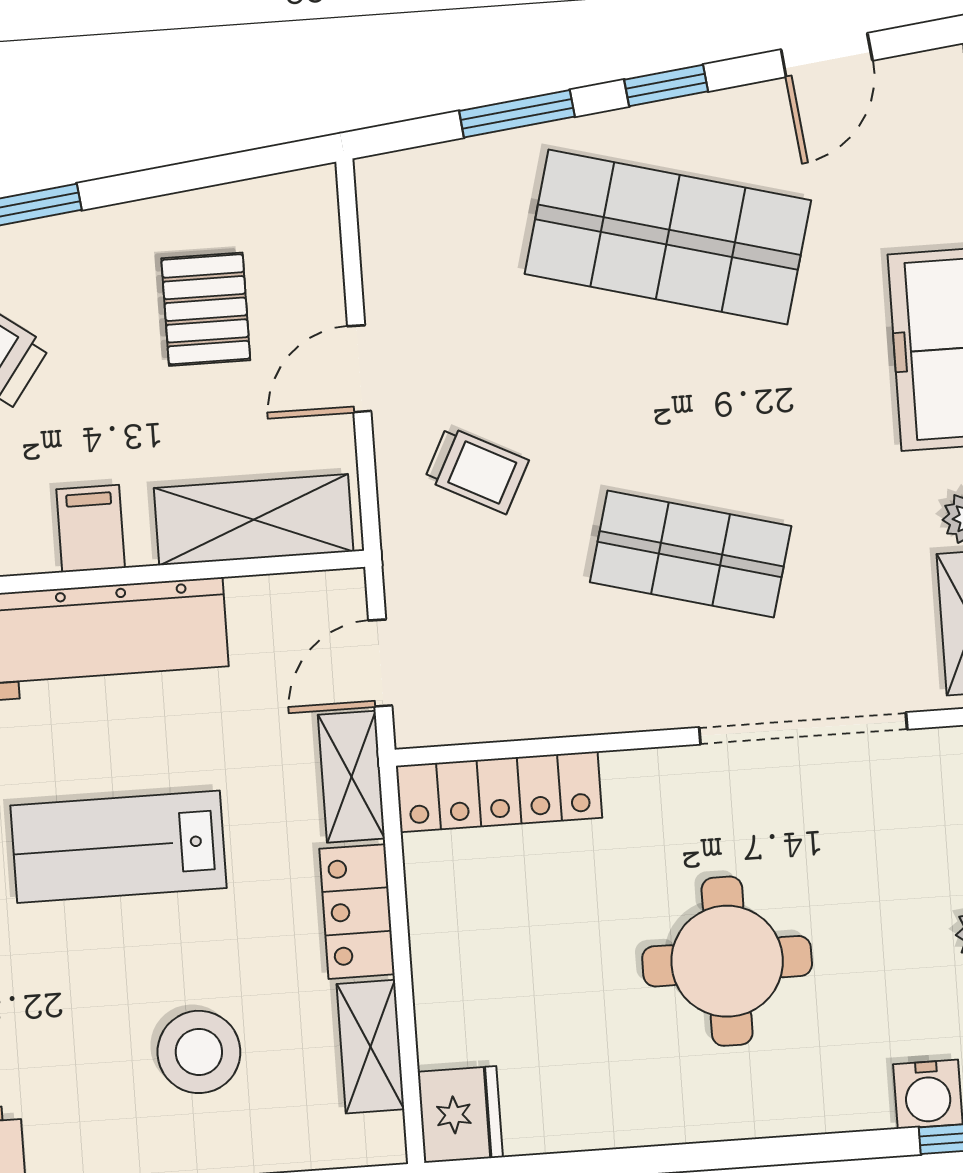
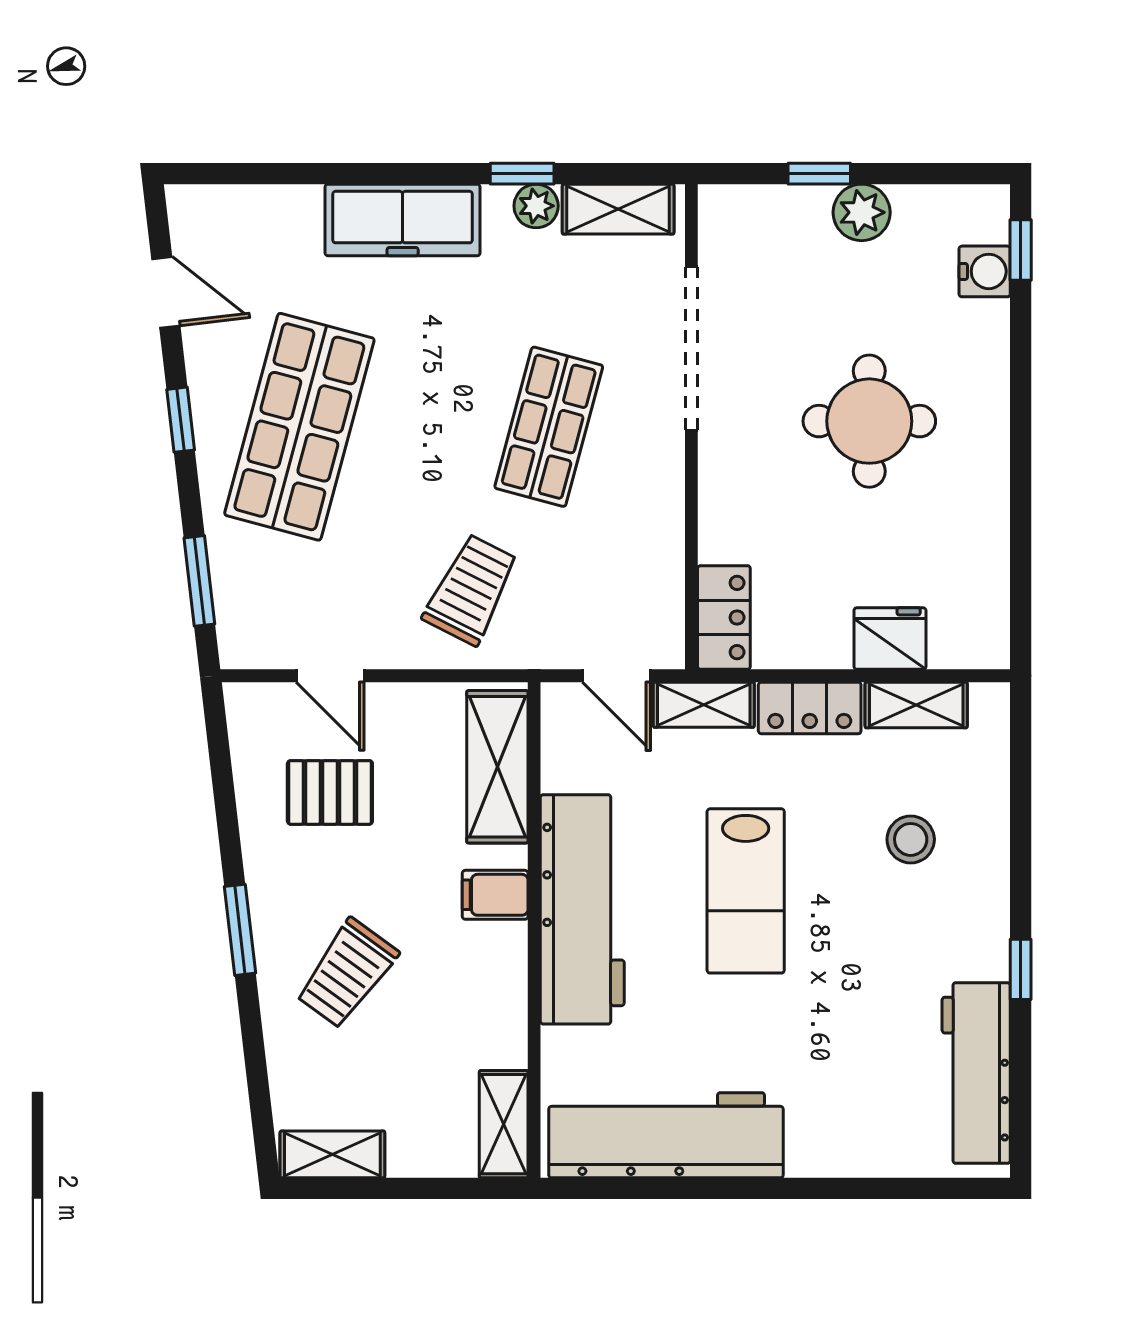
window: (517, 114) -> (199, 581), moved
door: (359, 369) -> (330, 676), moved
trolley: (477, 470) -> (471, 590), width x1.36, depth x1.39
locker: (499, 792) -> (724, 617), width x0.66
stool: (199, 1052) -> (911, 839), width x0.73, depth x0.73
fridge: (460, 1114) -> (890, 639), moved

